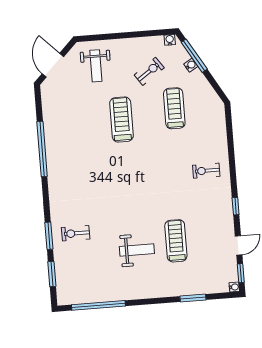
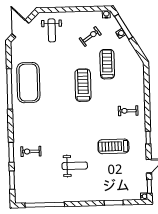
treadmill: (121, 120) -> (83, 85), moved
exercise mat: (67, 139) -> (28, 83), added
treadmill: (176, 241) -> (113, 146), moved, turned -90

